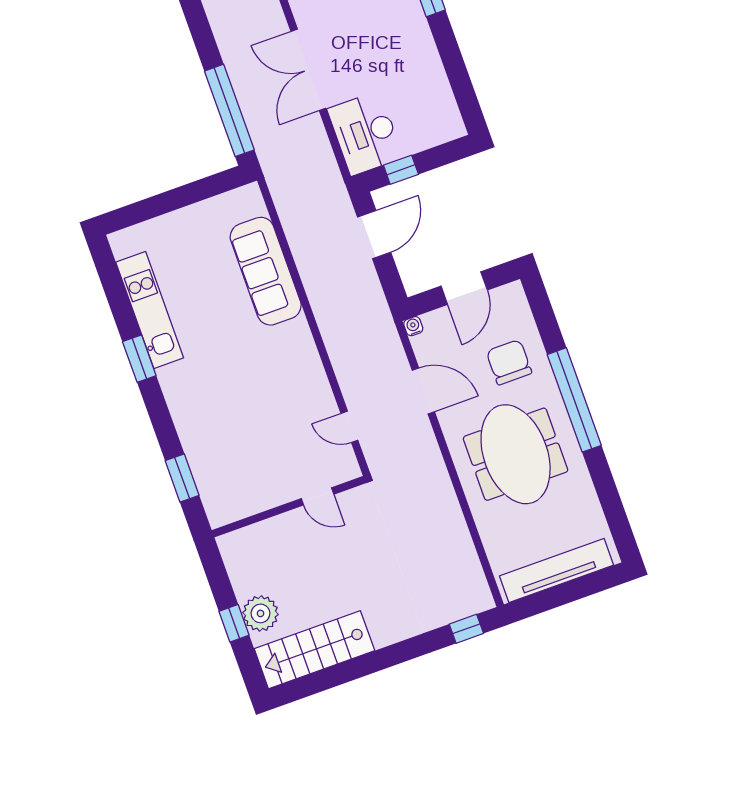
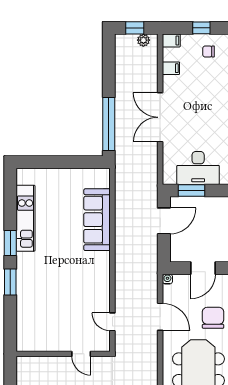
desk: (365, 133) -> (198, 168), moved, turned -90
window: (401, 170) -> (191, 191), width x1.50
window: (182, 478) -> (10, 282), moved

